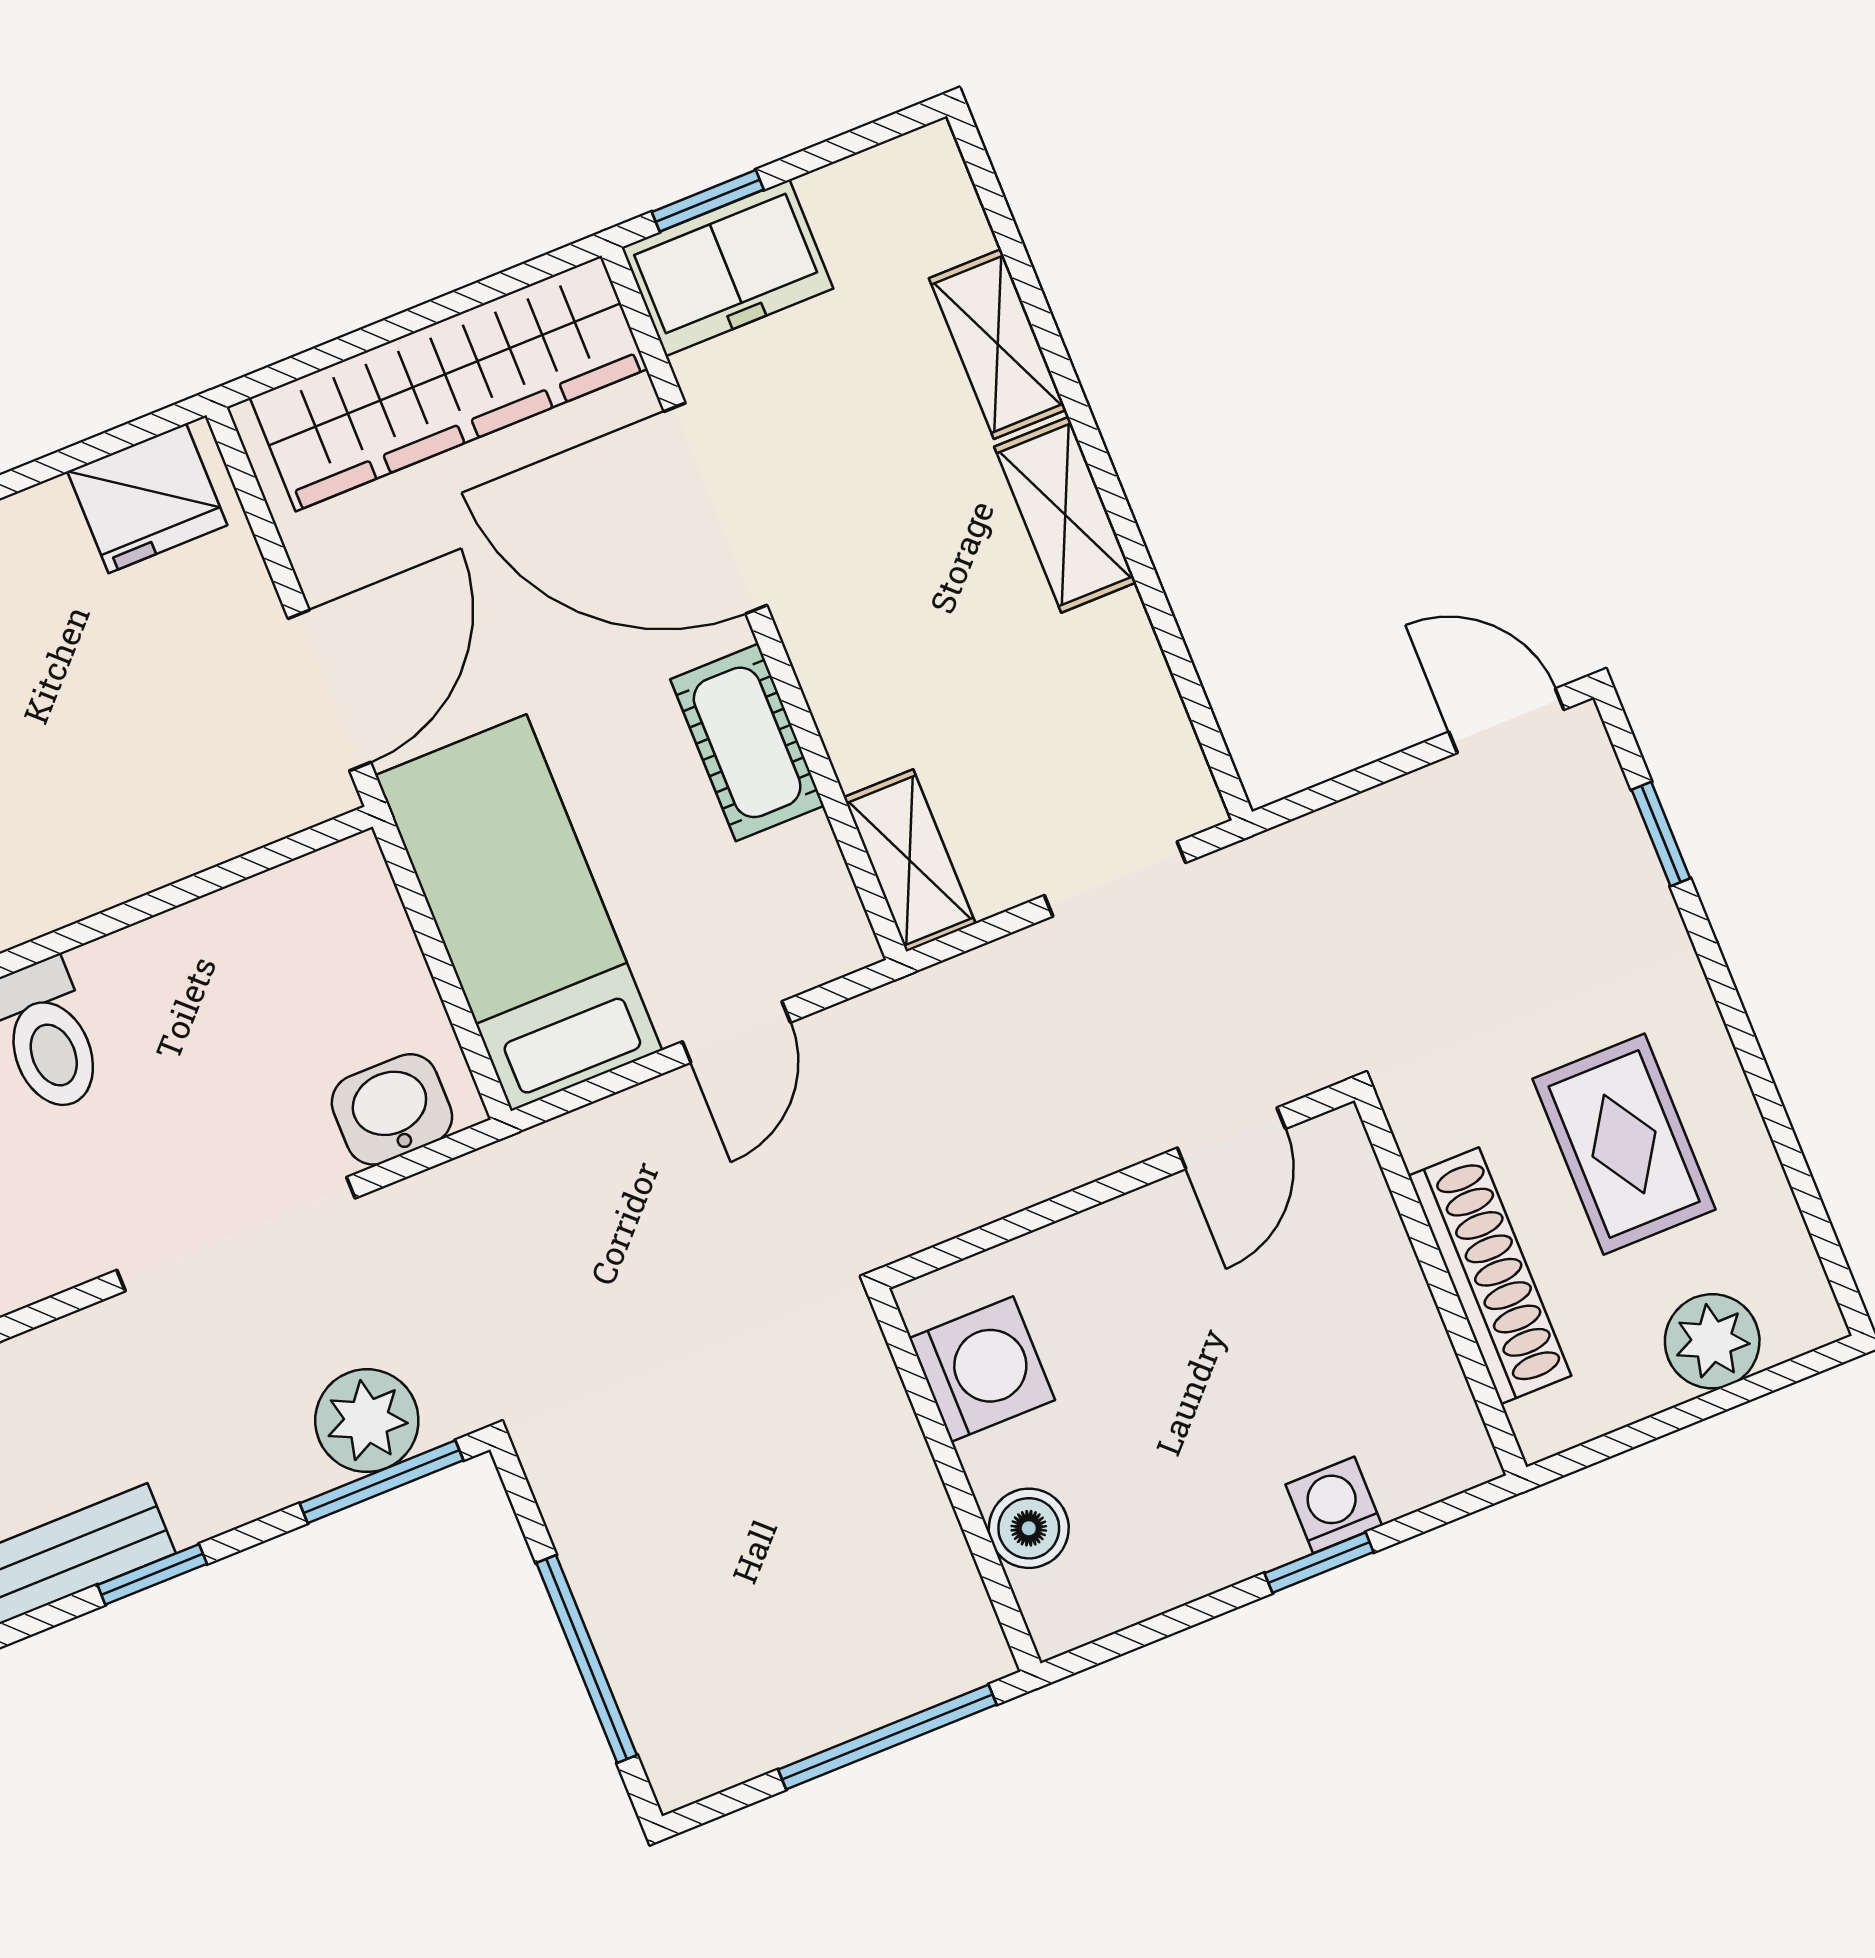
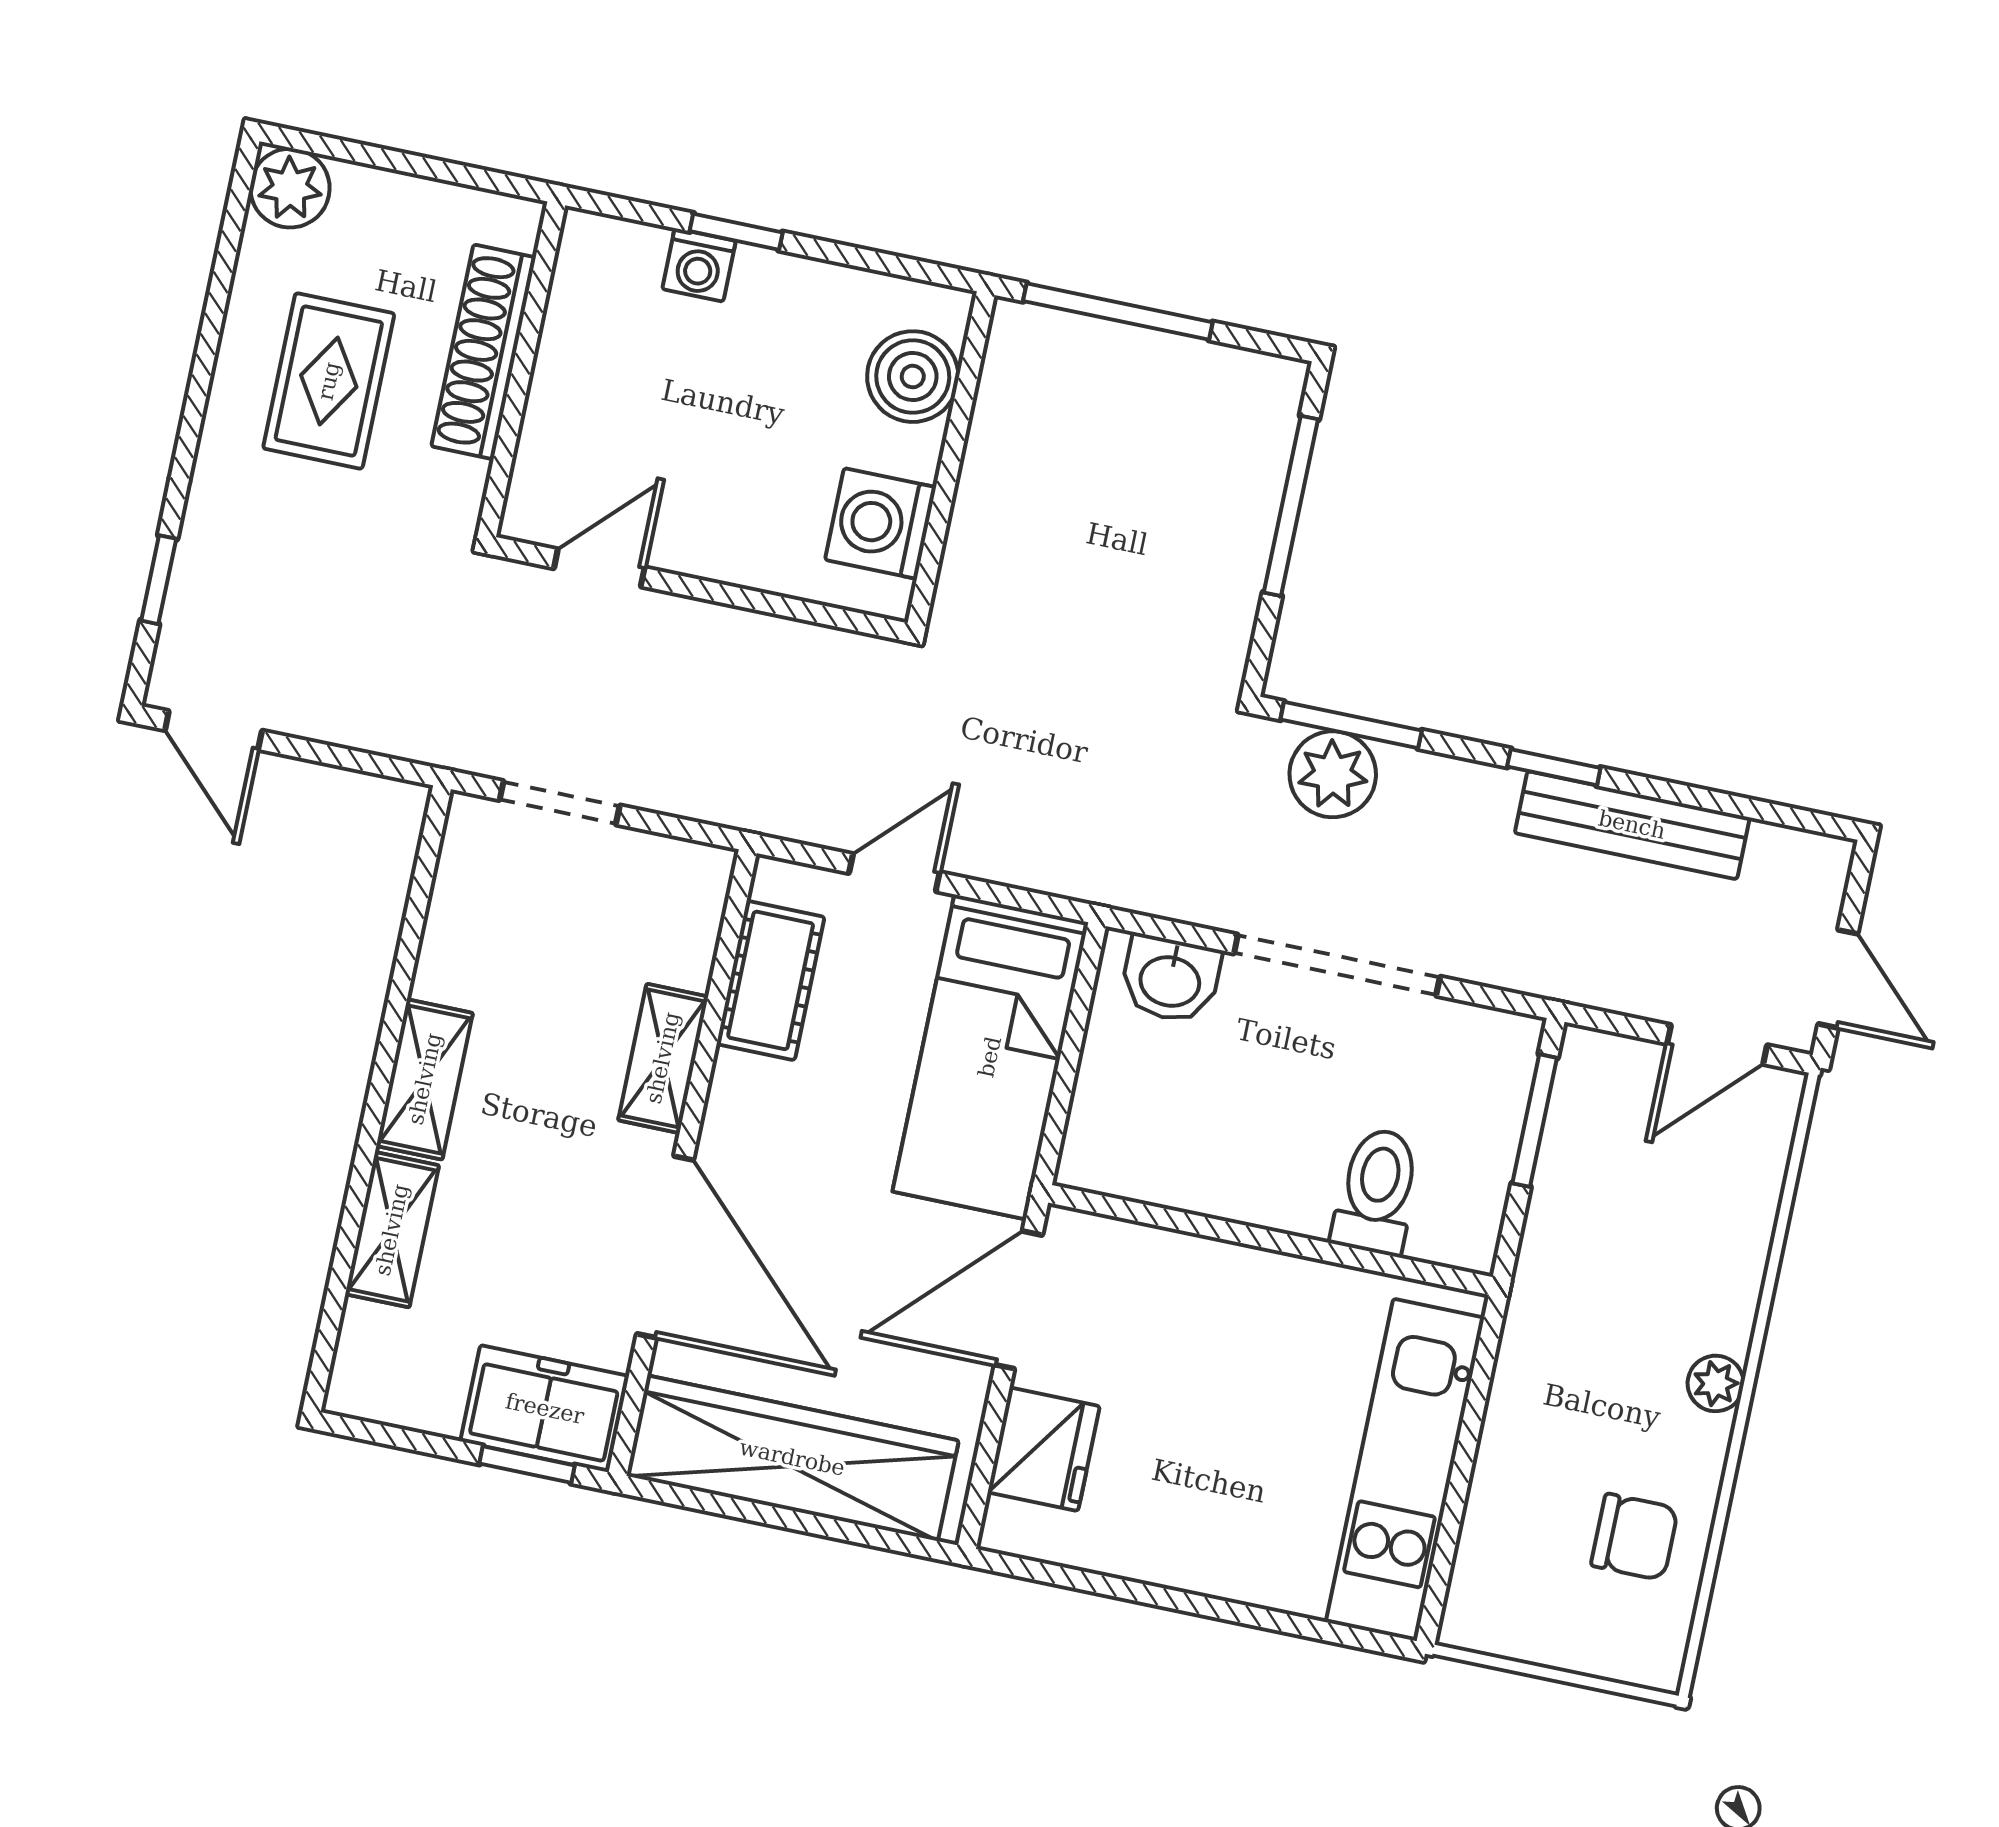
fridge: (147, 498) -> (1044, 1449), moved, turned 90
cot: (747, 742) -> (771, 980), moved
shelving: (910, 860) -> (663, 1058), moved
plant: (1712, 1341) -> (290, 188), moved
boiler: (1029, 1528) -> (913, 377), width x1.36, depth x1.36

